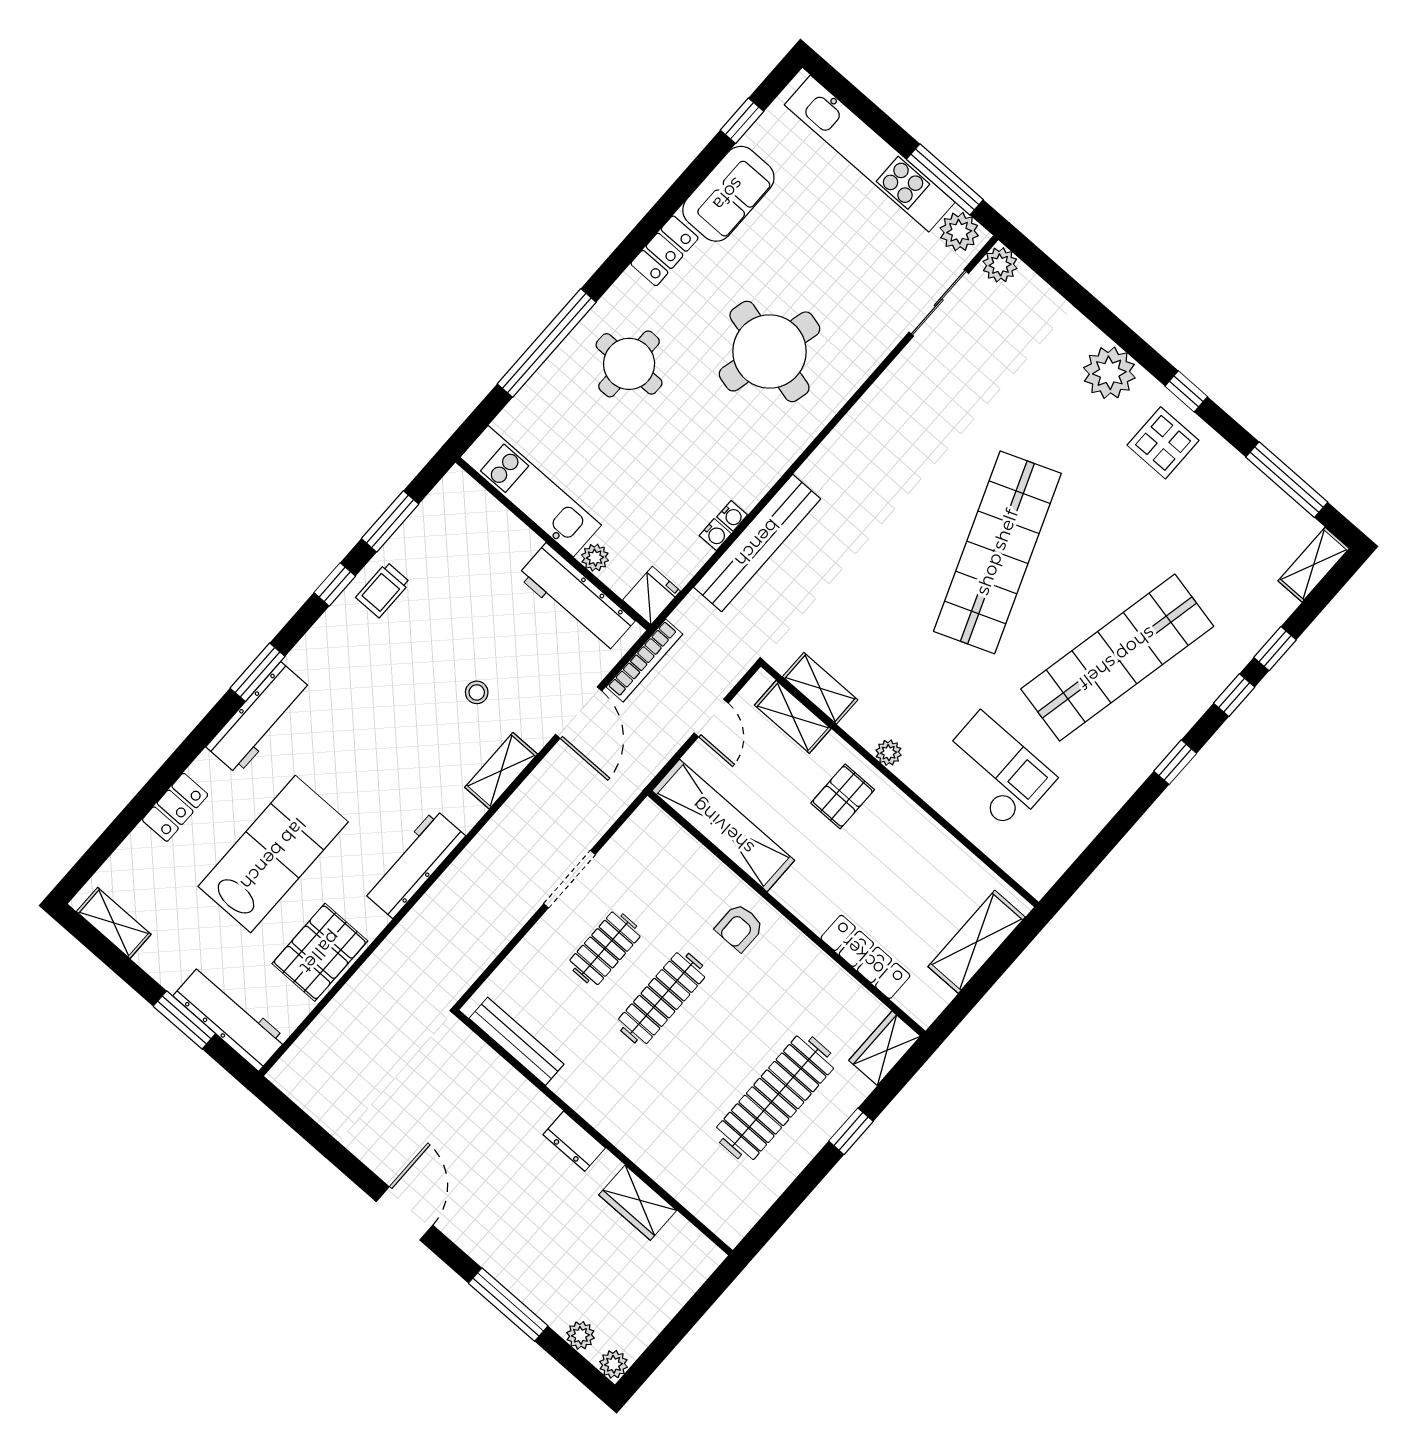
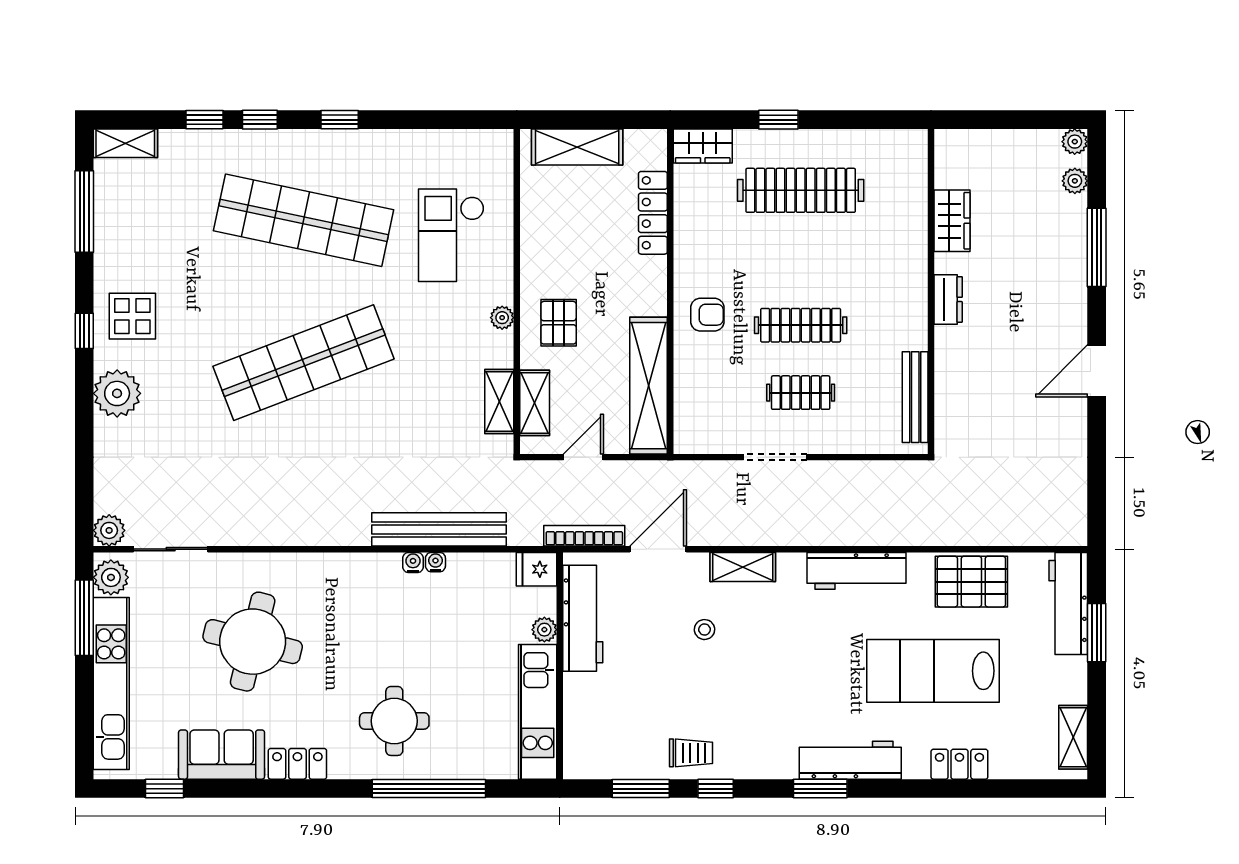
round table: (769, 351) -> (253, 642), moved
water cooler: (715, 535) -> (413, 562), moved
pallet: (843, 796) -> (559, 323), turned 90

